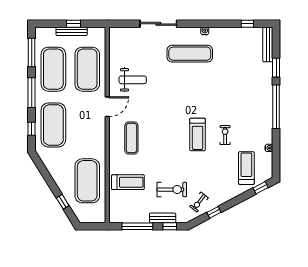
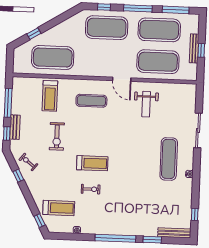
treadmill: (198, 135) -> (92, 163), turned 180
exercise bike: (172, 190) -> (57, 136), moved

